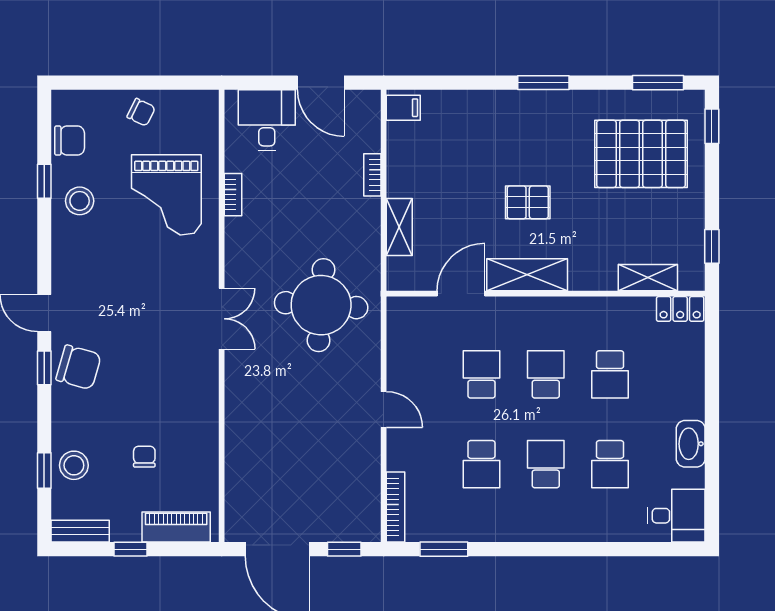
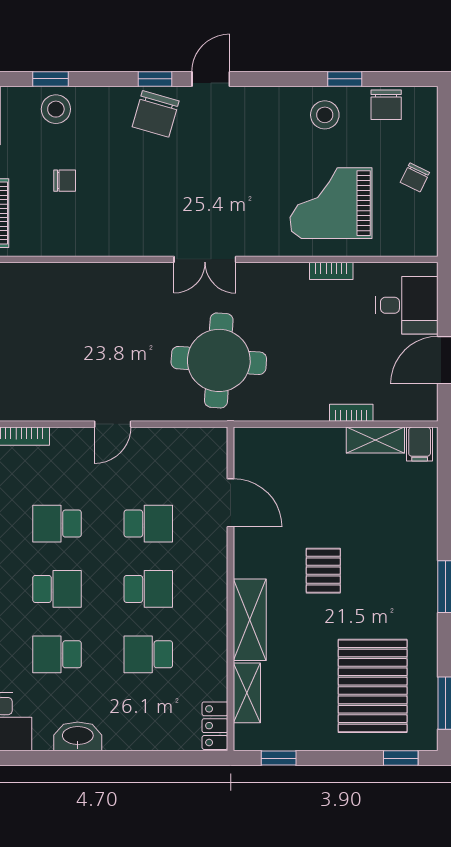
shelving: (399, 227) -> (375, 440), moved
shelving: (527, 275) -> (250, 620), moved

